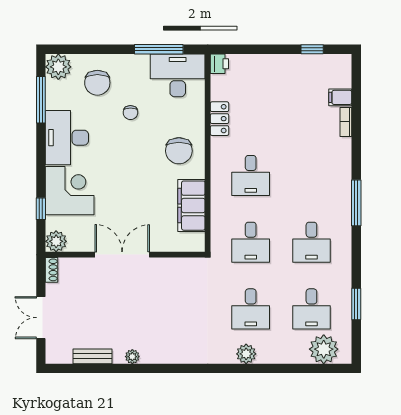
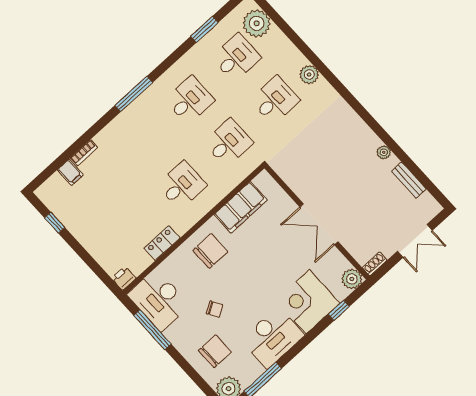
chair: (130, 113) -> (215, 309), turned 59

